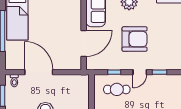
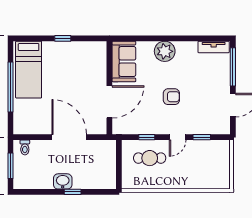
armchair: (135, 39) -> (171, 97), width x0.53, depth x0.53
door: (39, 72) -> (69, 137), moved

